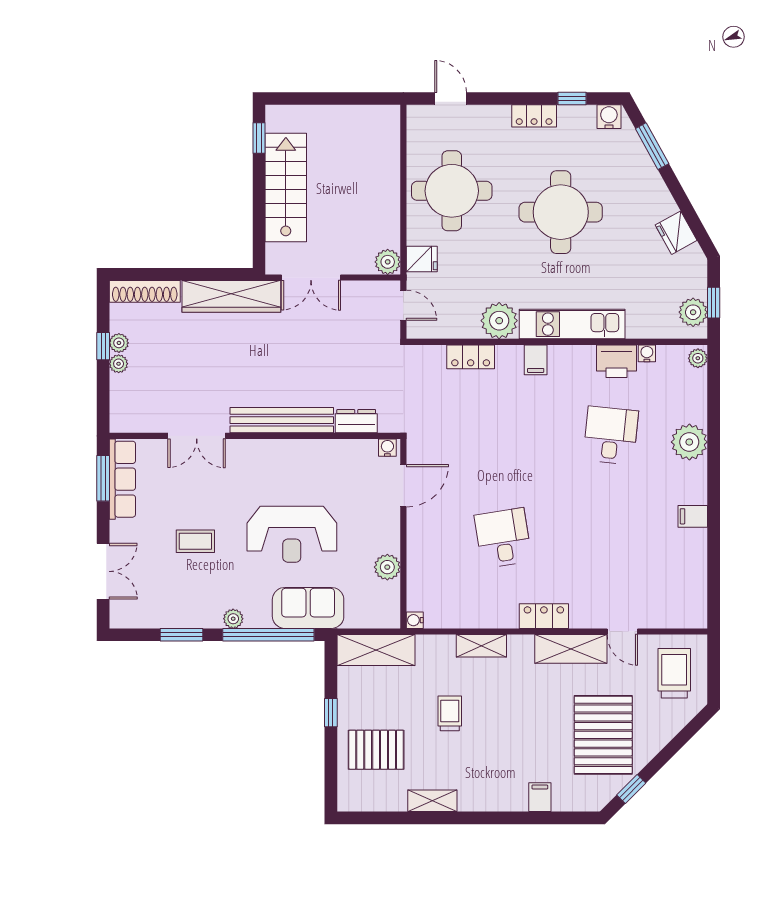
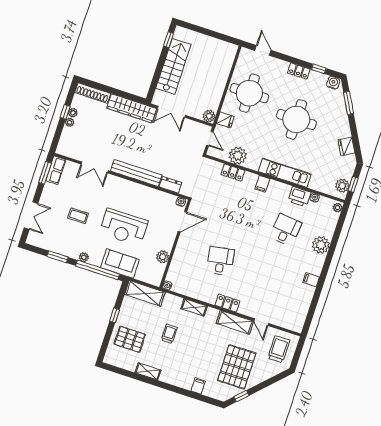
plant: (499, 321) -> (238, 156), moved
row of seats: (122, 479) -> (56, 170), width x0.68

